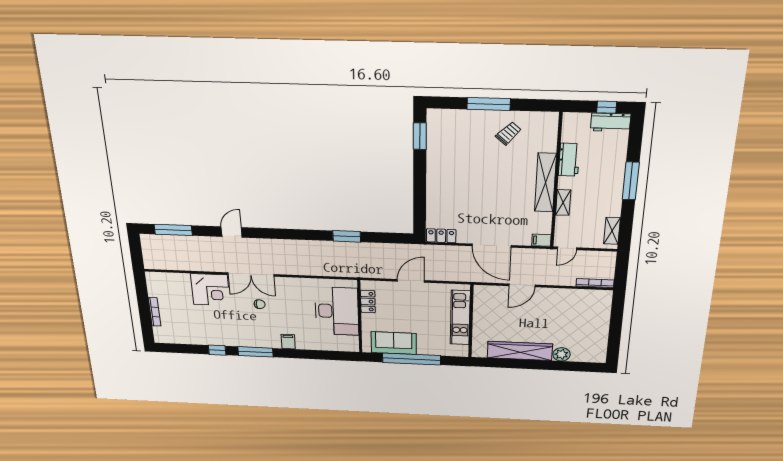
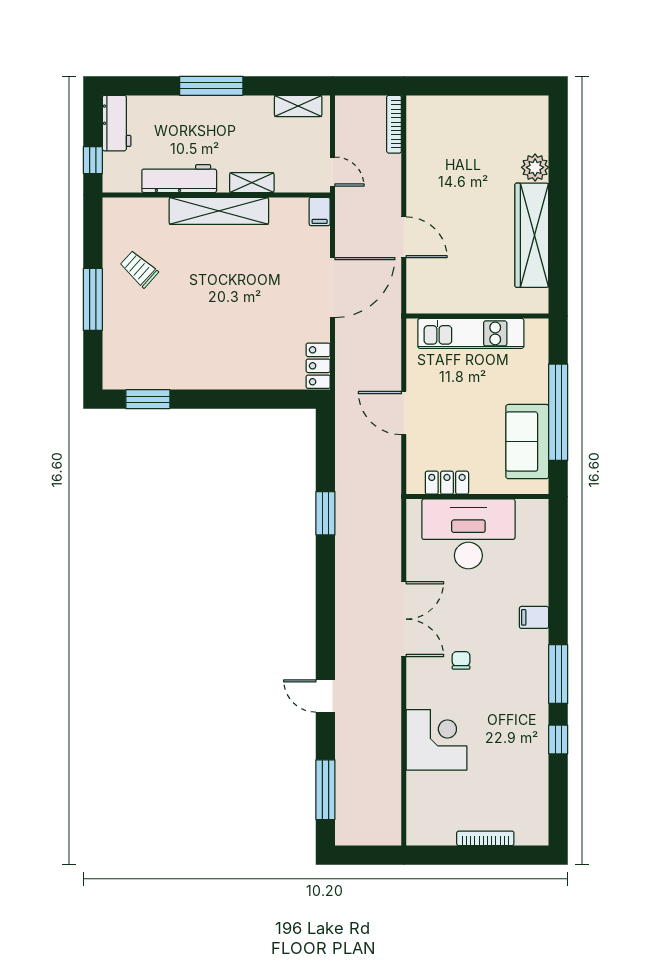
window: (607, 107) -> (93, 160), moved
workbench: (569, 160) -> (179, 179), width x1.38
double door: (251, 274) -> (404, 619), moved

